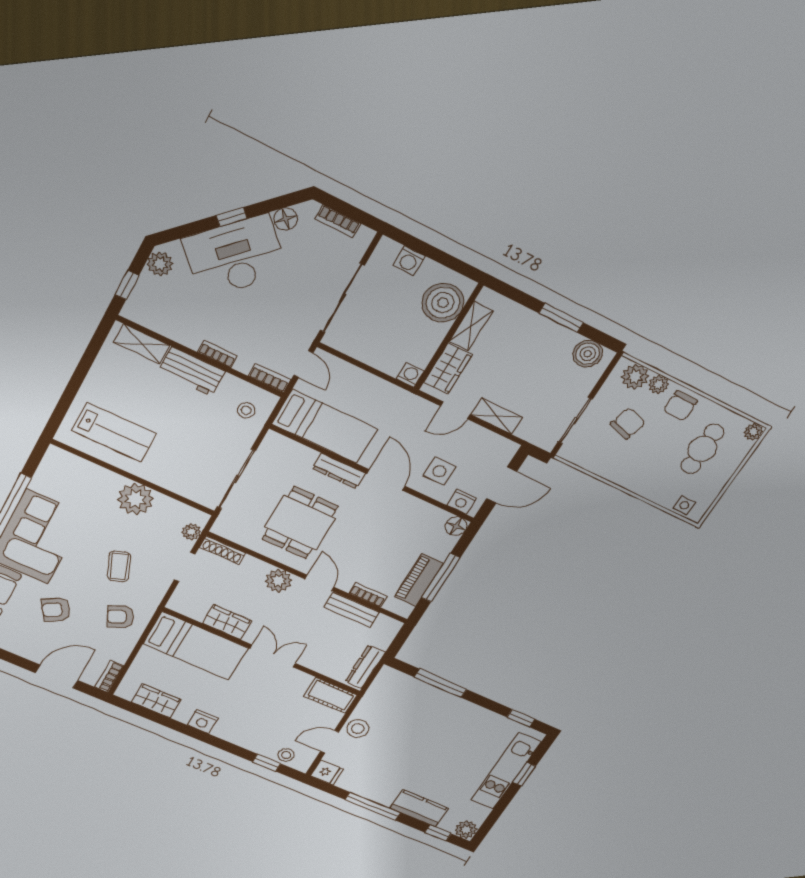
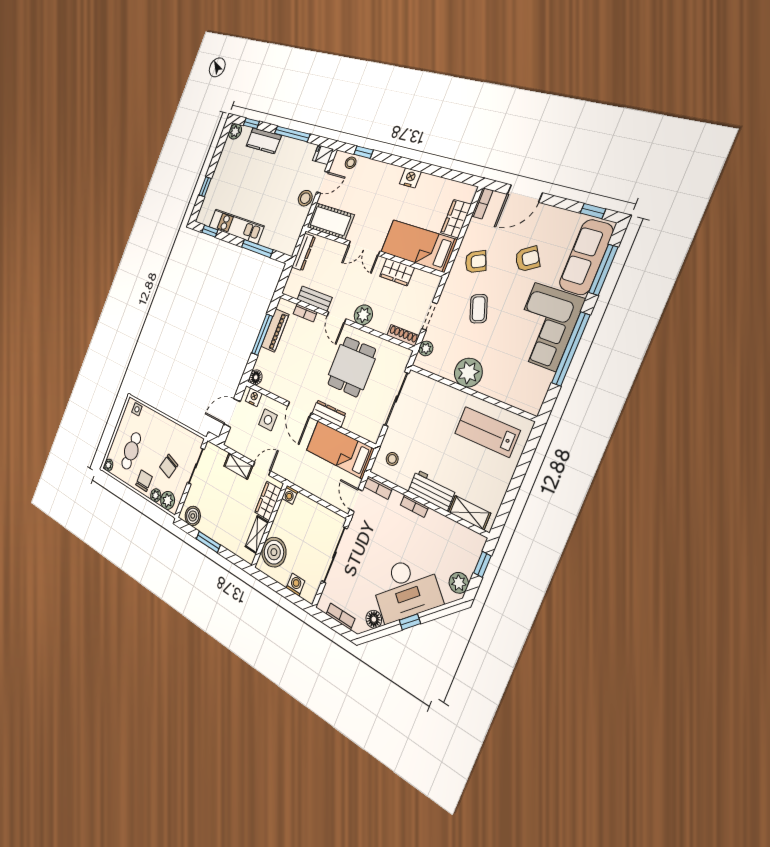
cot: (331, 695) -> (330, 221), width x1.37, depth x1.34
wardrobe: (156, 701) -> (456, 219), moved, turned 90
kitchen unit: (506, 771) -> (236, 226), moved, turned -90

